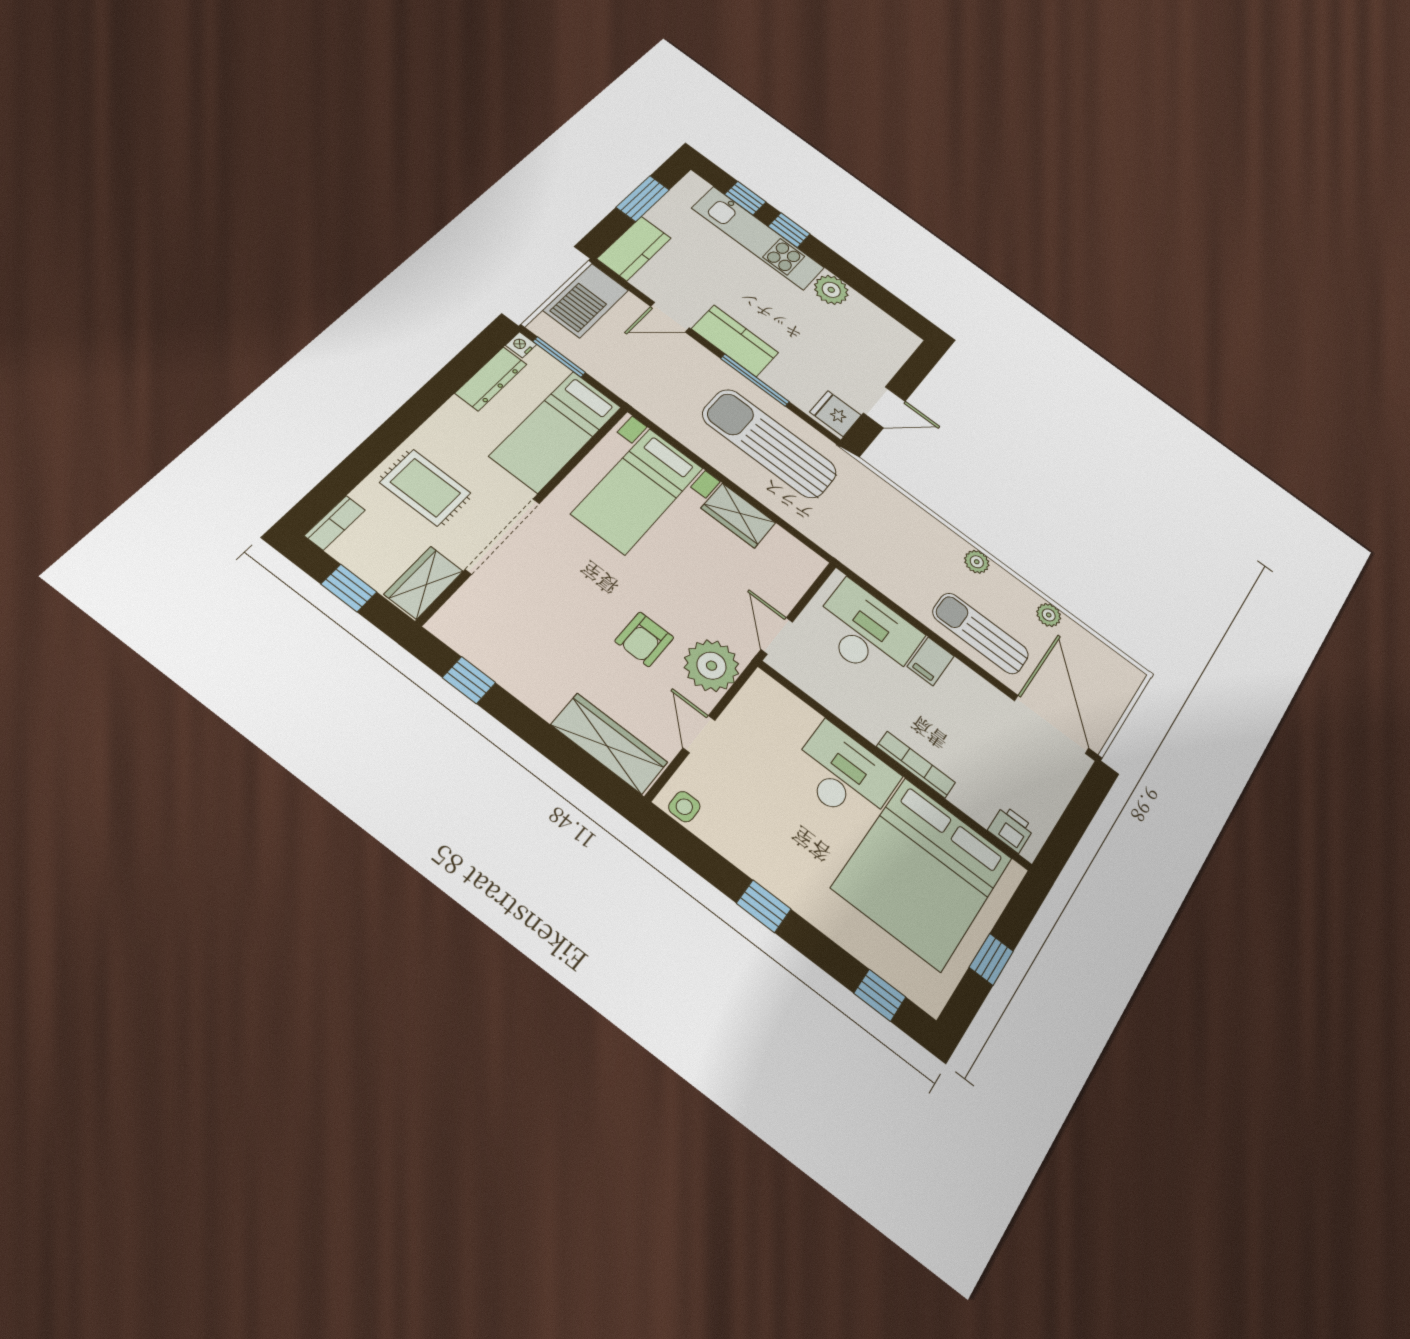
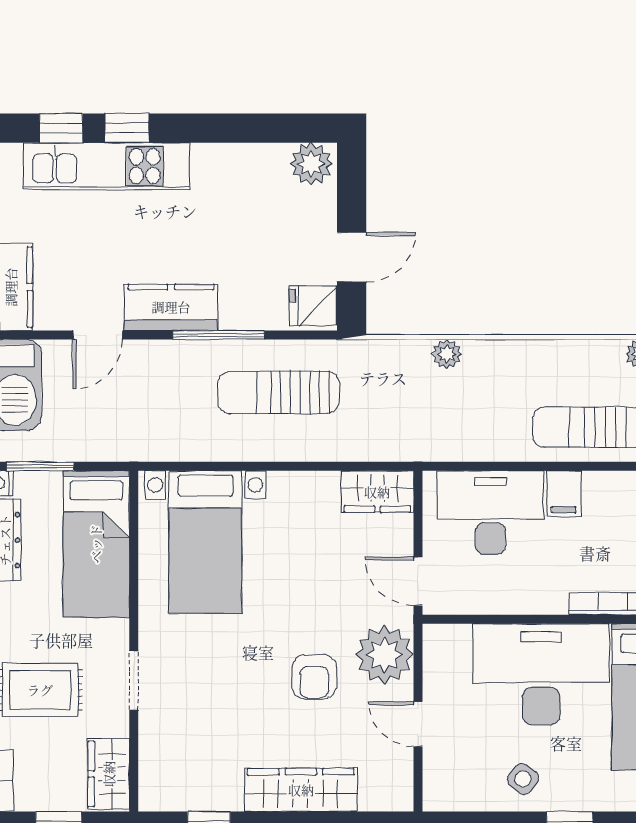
plant: (831, 290) -> (311, 164), moved
sun lounger: (769, 443) -> (279, 392), width x0.73, depth x0.75
wardrobe: (738, 515) -> (377, 492), moved
doorway: (503, 536) -> (134, 680), width x0.53
plant: (977, 562) -> (447, 354), moved
wardrobe: (609, 743) -> (301, 790), moved
desk: (844, 775) -> (541, 674), width x1.36, depth x1.30
side table: (684, 807) -> (523, 779), moved, turned 38

